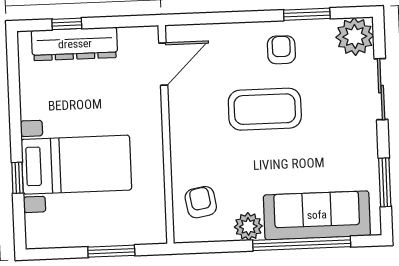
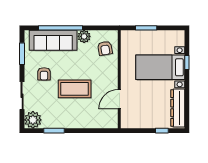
dresser: (75, 44) -> (178, 108), moved, turned -90
armchair: (281, 50) -> (44, 74), moved
door: (163, 64) -> (119, 99), moved

